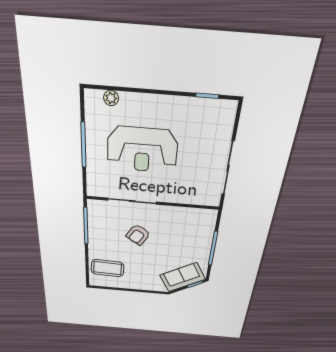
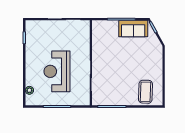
reception desk: (142, 150) -> (57, 71), turned 180
armchair: (138, 235) -> (115, 71), removed
sofa: (183, 277) -> (133, 29), moved, turned -61

